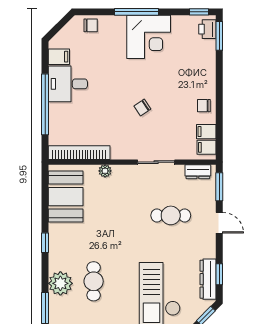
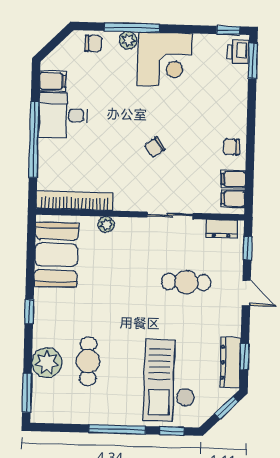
window: (136, 12) -> (132, 28), moved
plant: (119, 22) -> (128, 40), added
window: (219, 187) -> (248, 248), width x0.67

